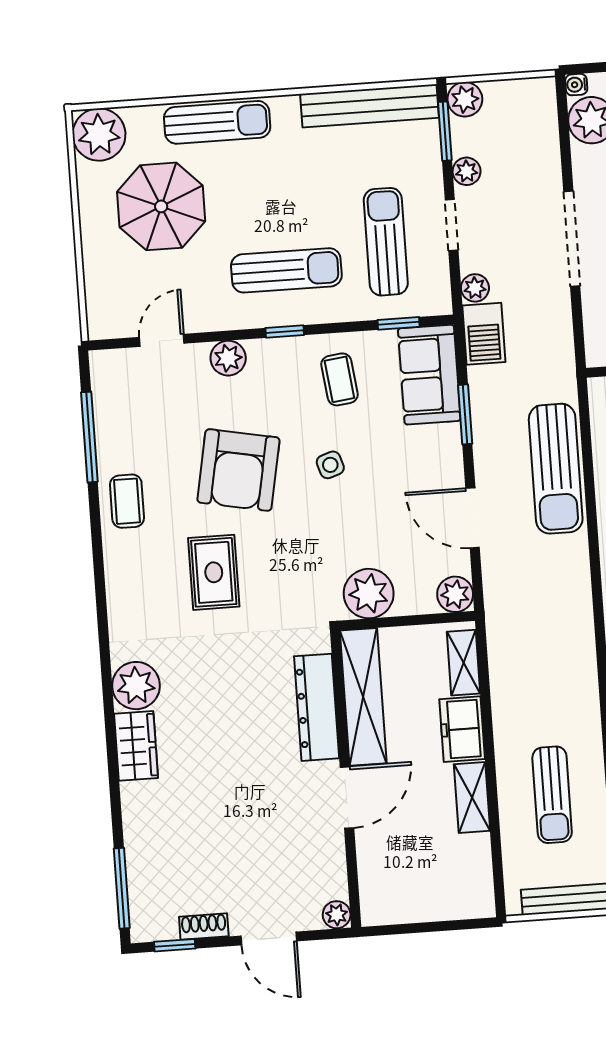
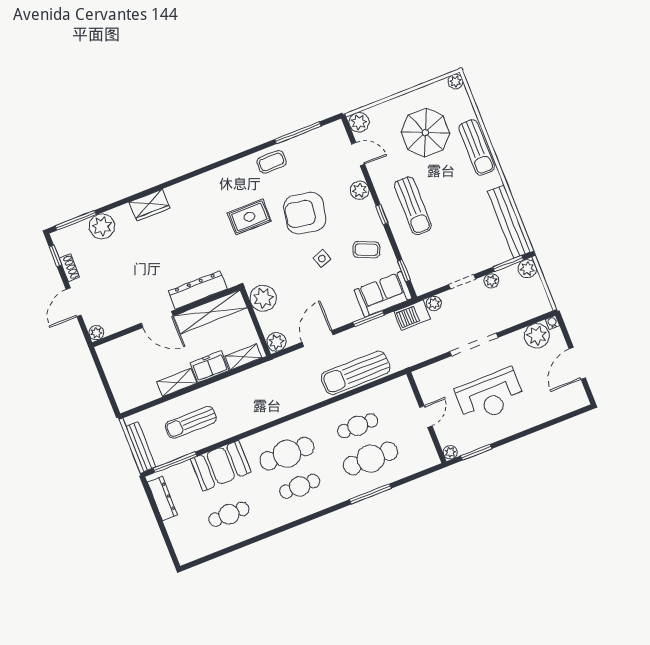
plant: (99, 135) -> (455, 81), width x0.53, depth x0.53
sun lounger: (386, 242) -> (443, 251), removed
plant: (105, 321) -> (359, 122), added
coffee table: (339, 379) -> (366, 250), turned 30
plant: (136, 686) -> (102, 226), moved

